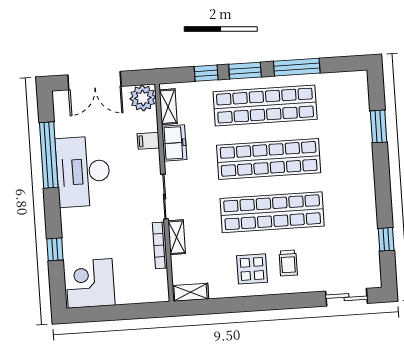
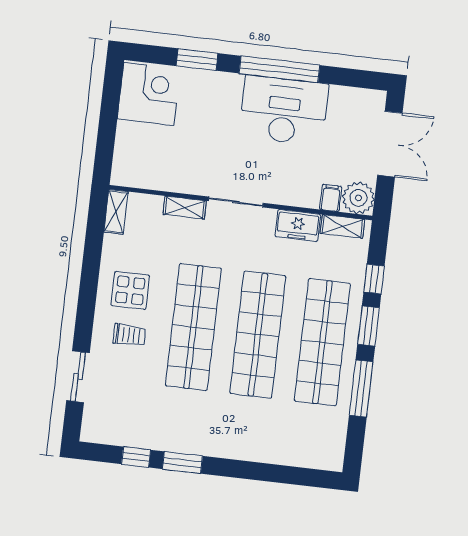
double door: (94, 81) -> (390, 144), swing flipped
window: (379, 126) -> (183, 462), moved
filing cabinet: (148, 141) -> (331, 198), moved
window: (49, 155) -> (279, 69), moved
bookcase: (160, 245) -> (179, 186), removed
window: (55, 249) -> (197, 60), width x1.50
trolley: (288, 263) -> (129, 335), turned 180
sliding door: (346, 297) -> (78, 377), moved

